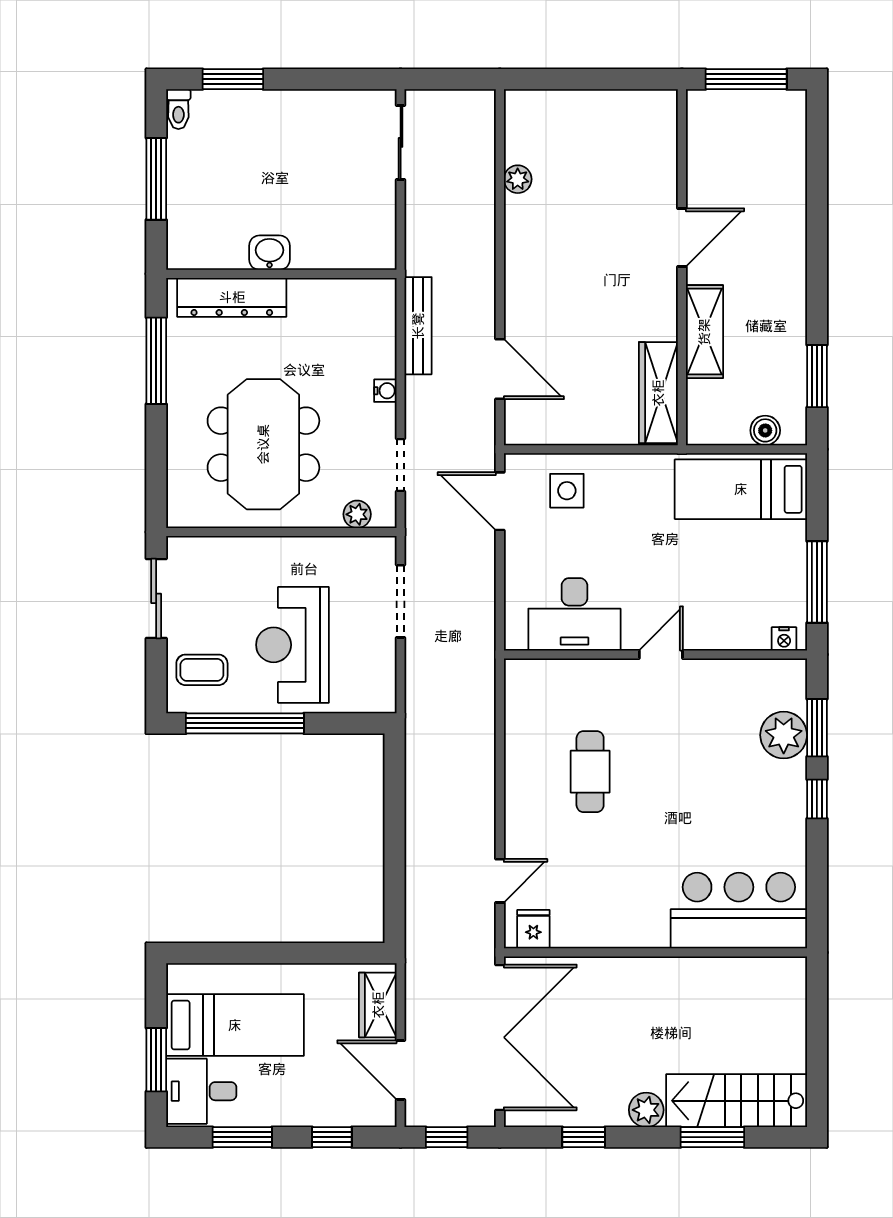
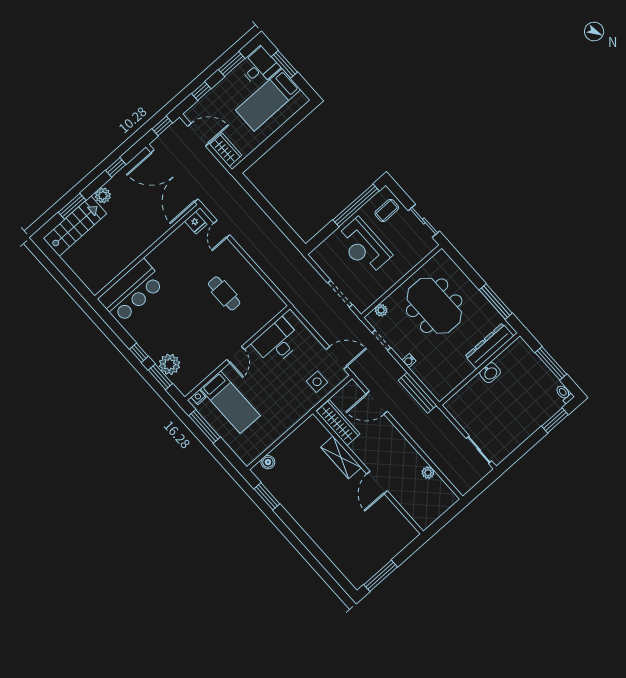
door: (682, 238) -> (377, 482), moved
wall: (682, 267) -> (368, 472), moved
shelving: (704, 332) -> (341, 457), moved
wardrobe: (658, 393) -> (338, 423), moved
bed: (741, 489) -> (230, 402), moved, turned 90
reception desk: (292, 645) -> (364, 246), turned 180

